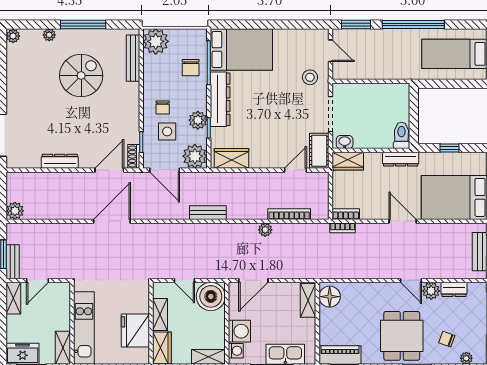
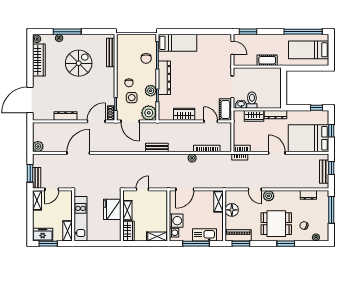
window: (83, 24) -> (67, 32), moved
window: (413, 24) -> (303, 32), moved
plant: (156, 41) -> (125, 42), removed
bed: (241, 50) -> (177, 43), width x0.67
wardrobe: (16, 70) -> (39, 60), added
cot: (387, 71) -> (267, 60), added
stool: (310, 77) -> (220, 64), removed
toilet: (401, 135) -> (252, 100), moved
window: (450, 148) -> (317, 108), moved
wardrobe: (231, 158) -> (184, 114), moved
wardrobe: (348, 161) -> (254, 116), moved
door: (296, 170) -> (211, 121), hinge flipped
door: (112, 221) -> (78, 153), moved
door: (184, 280) -> (142, 189), swing flipped
door: (411, 280) -> (255, 189), moved
plant: (431, 291) -> (269, 196), moved
boiler: (211, 296) -> (159, 199), removed
floor lamp: (330, 297) -> (232, 210), moved
fridge: (135, 330) -> (112, 209), moved
dining table: (402, 336) -> (276, 224), turned 90

